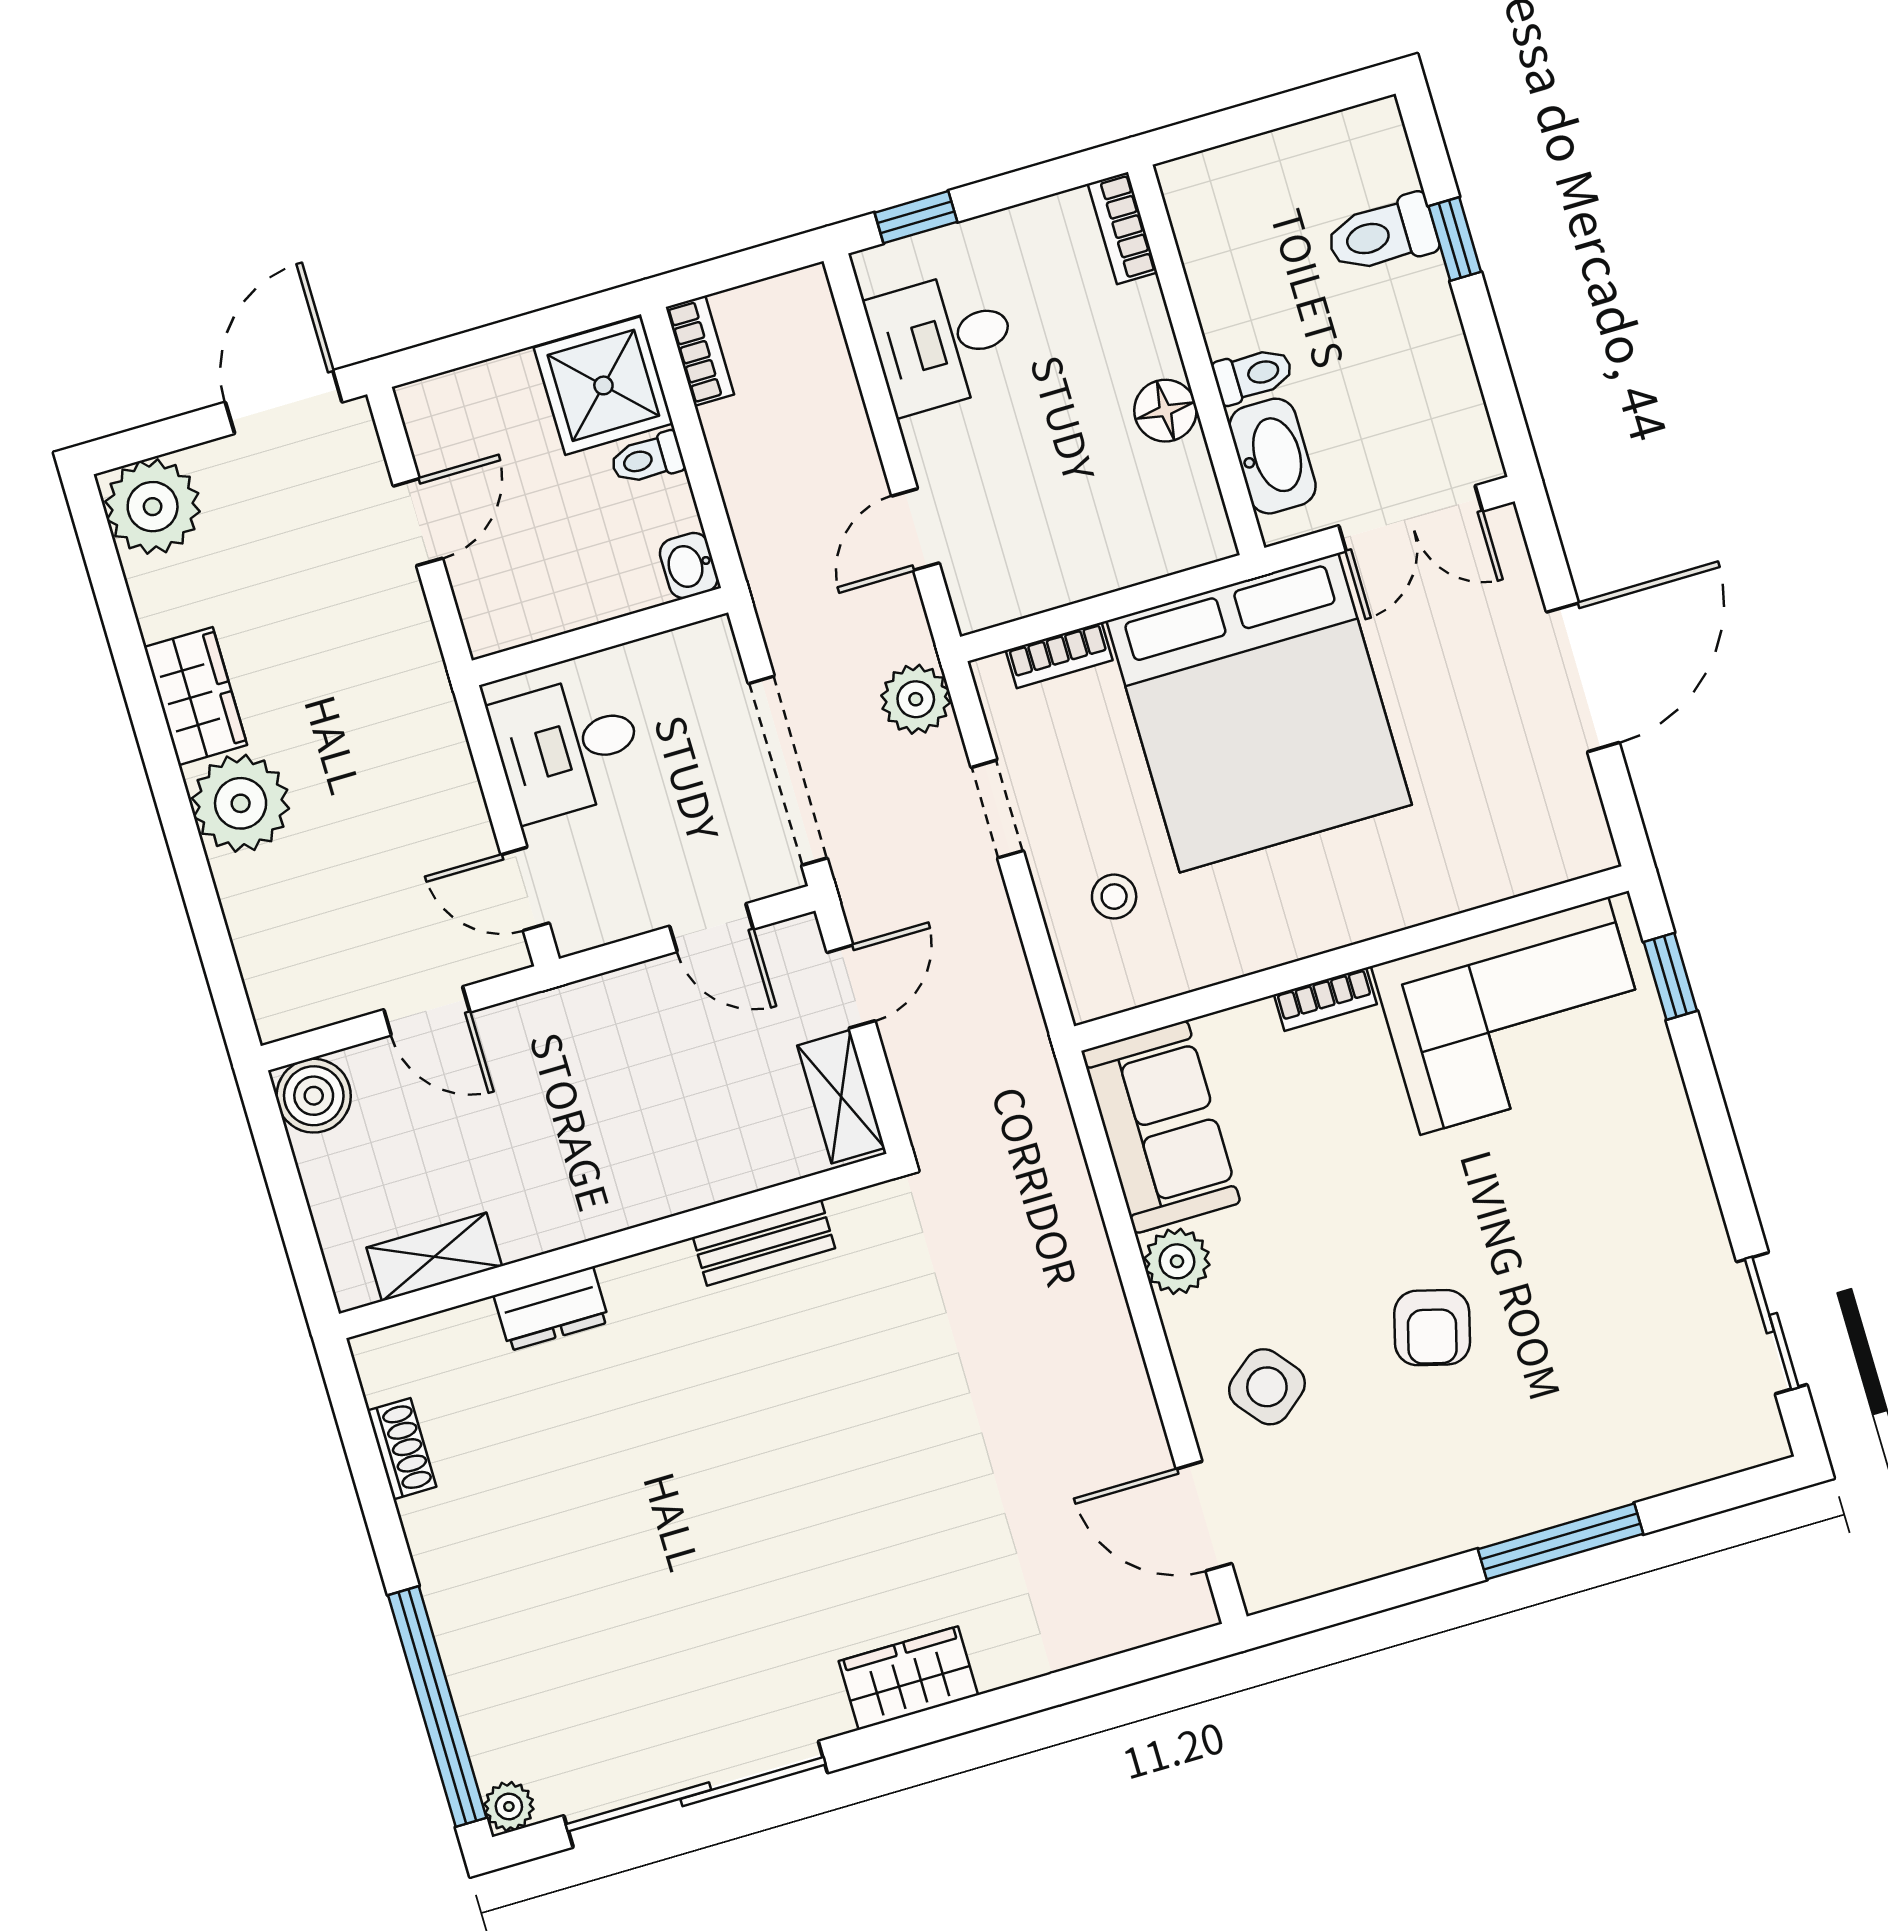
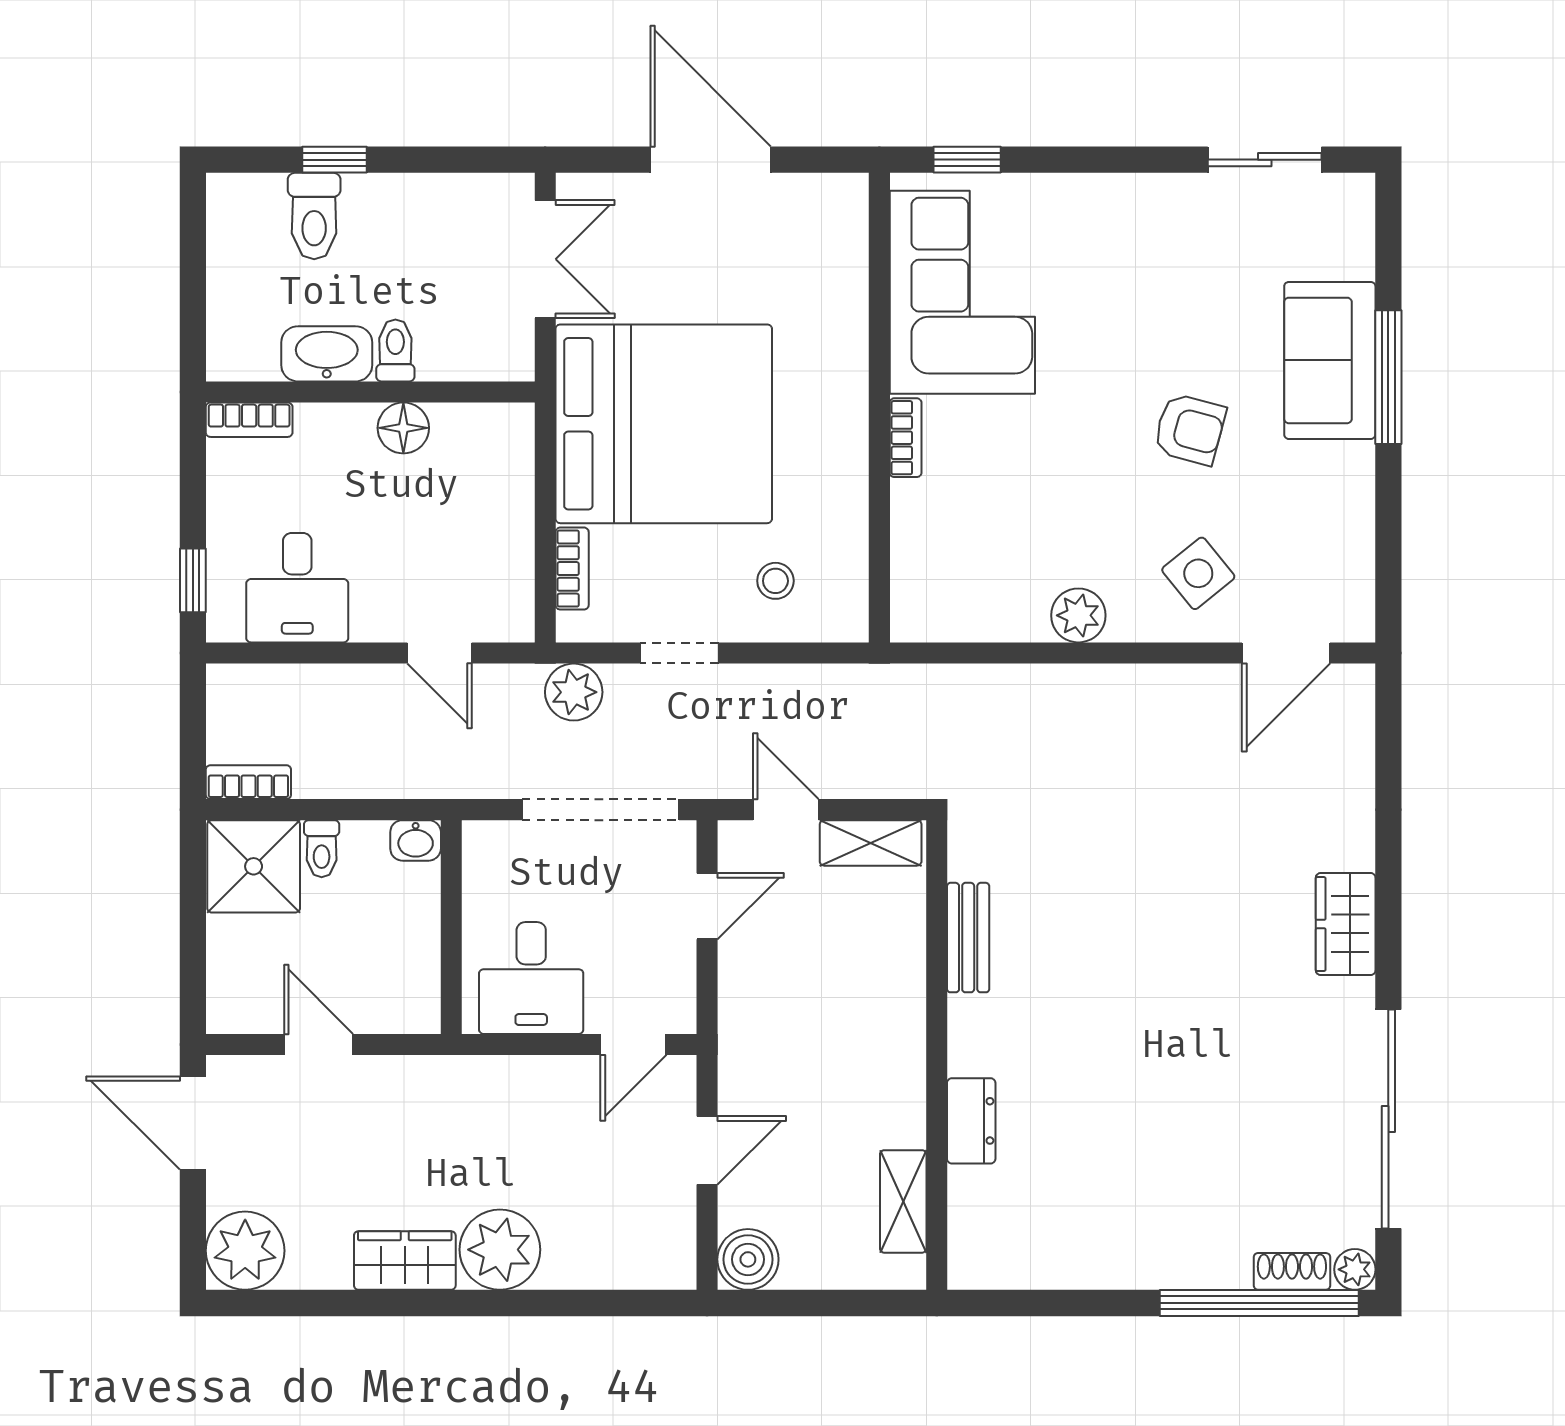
washbasin: (1273, 456) -> (327, 354), moved
sofa: (1161, 1127) -> (1330, 360), moved, turned -90
shoe rack: (402, 1449) -> (1292, 1271), moved

